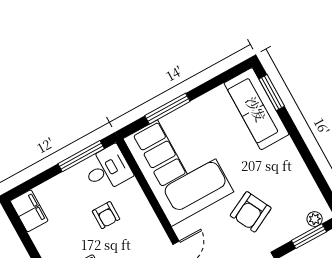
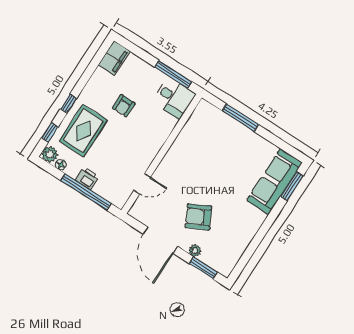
corner sofa: (178, 165) -> (204, 147), removed
armchair: (106, 215) -> (124, 106), moved
plant: (315, 219) -> (195, 251), moved

